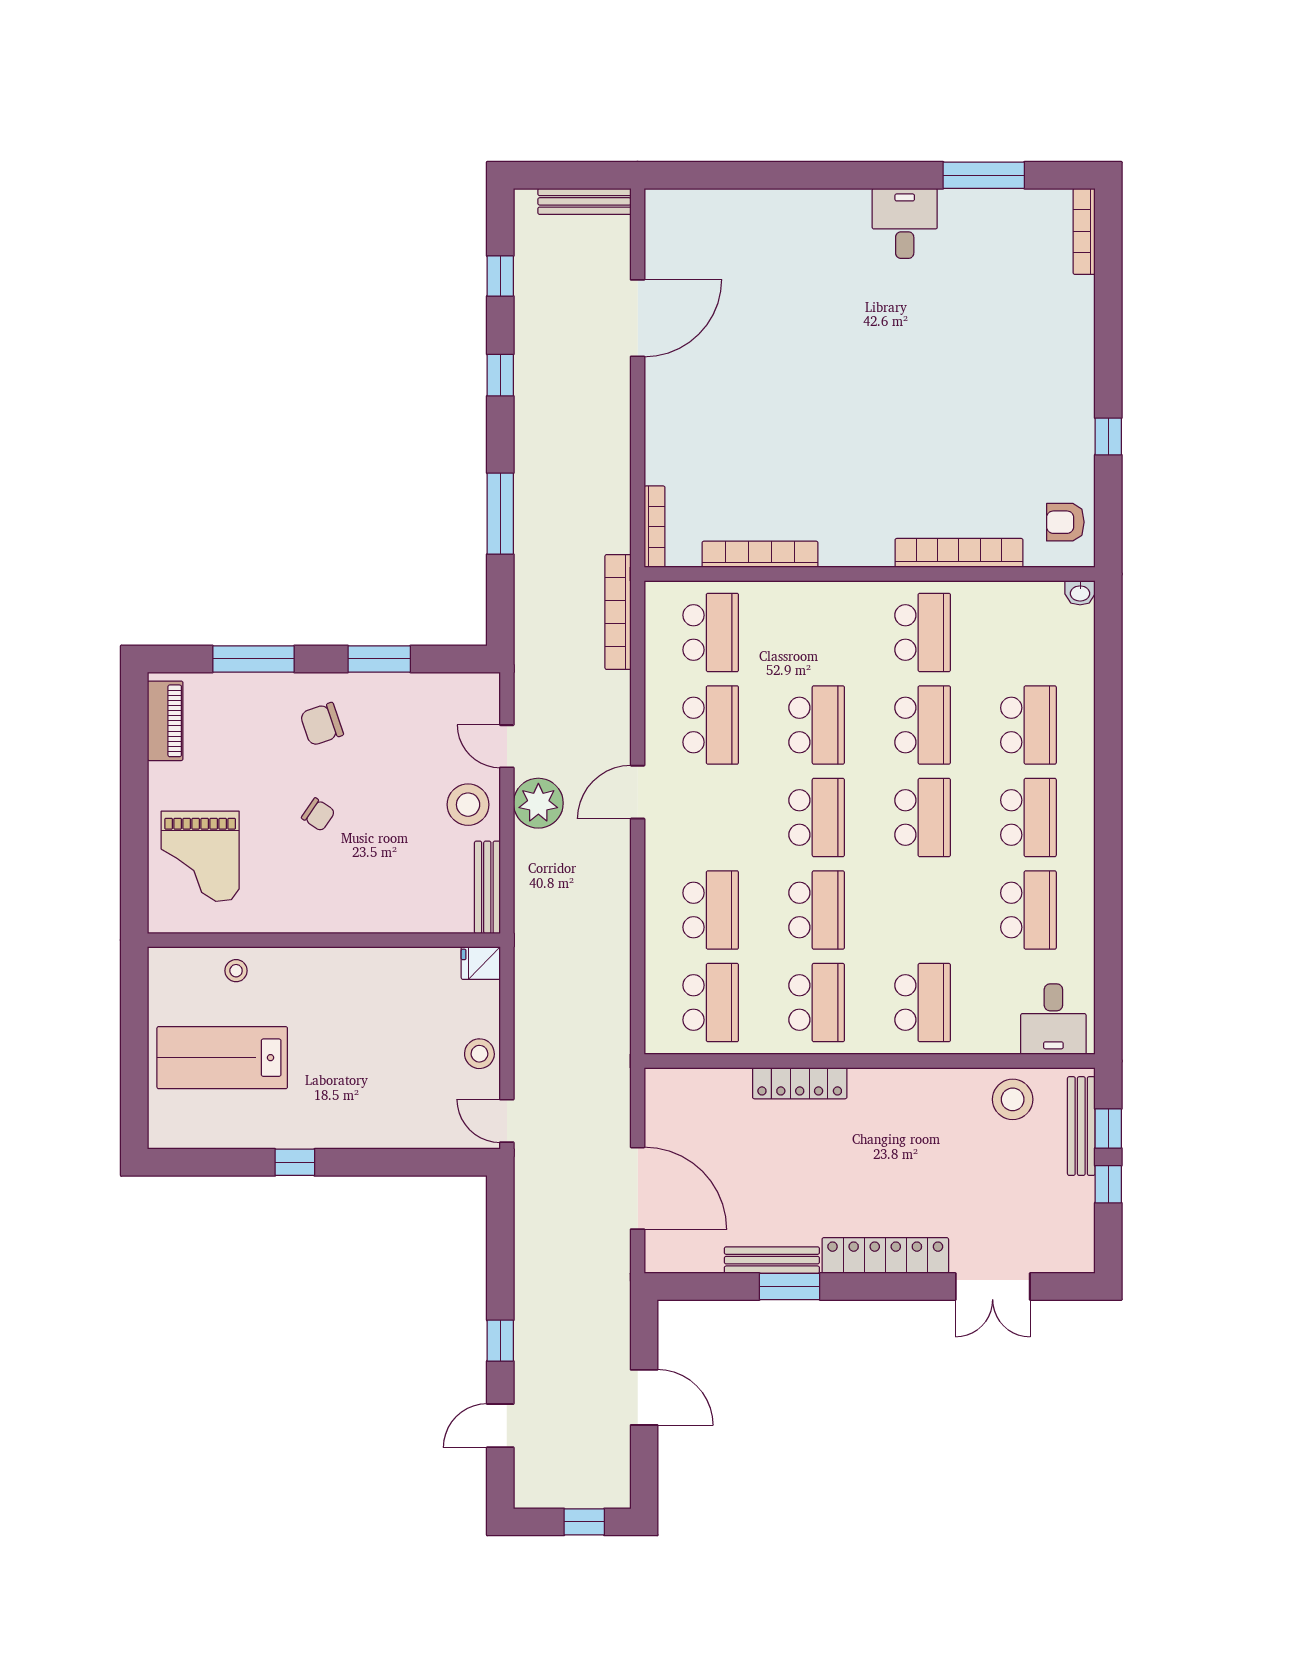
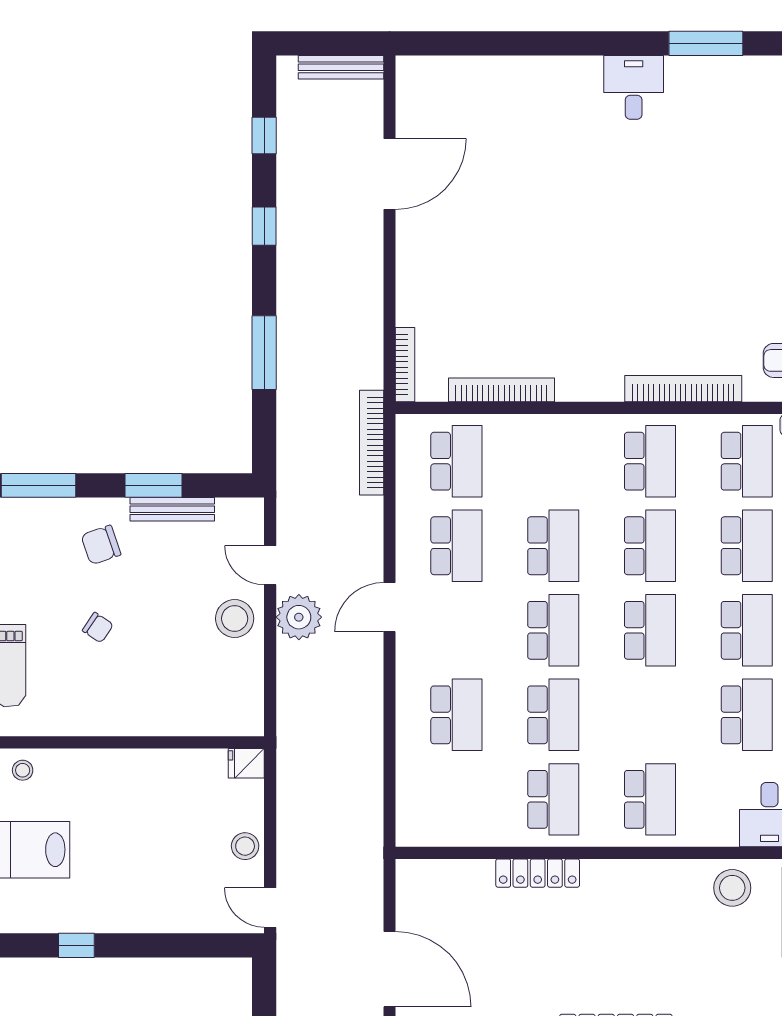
bench: (487, 887) -> (172, 509), moved, turned 90
school desk: (711, 1003) -> (747, 461), moved

